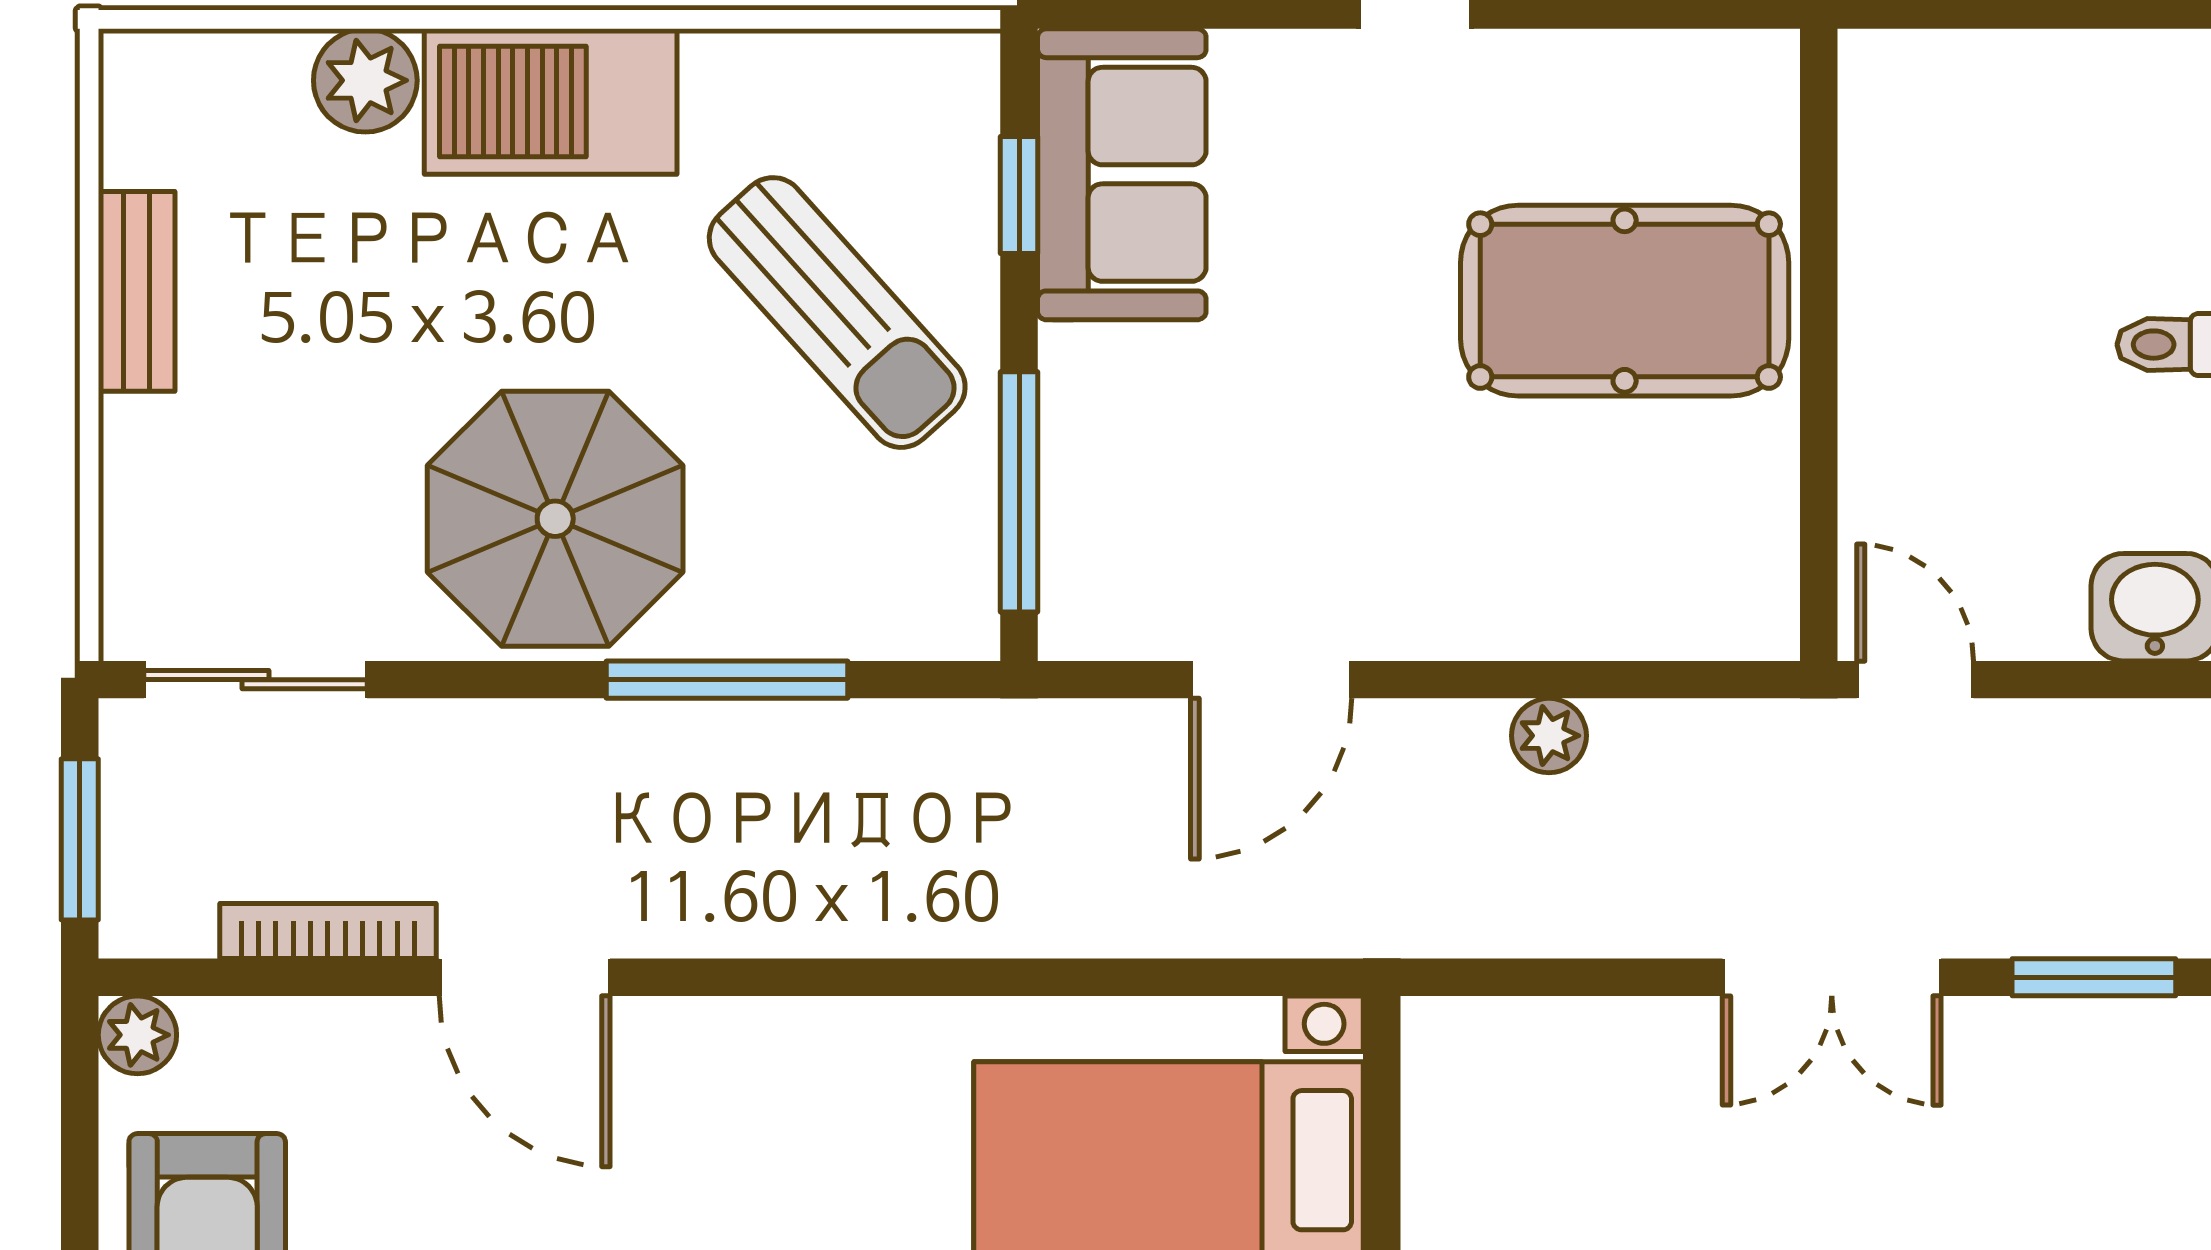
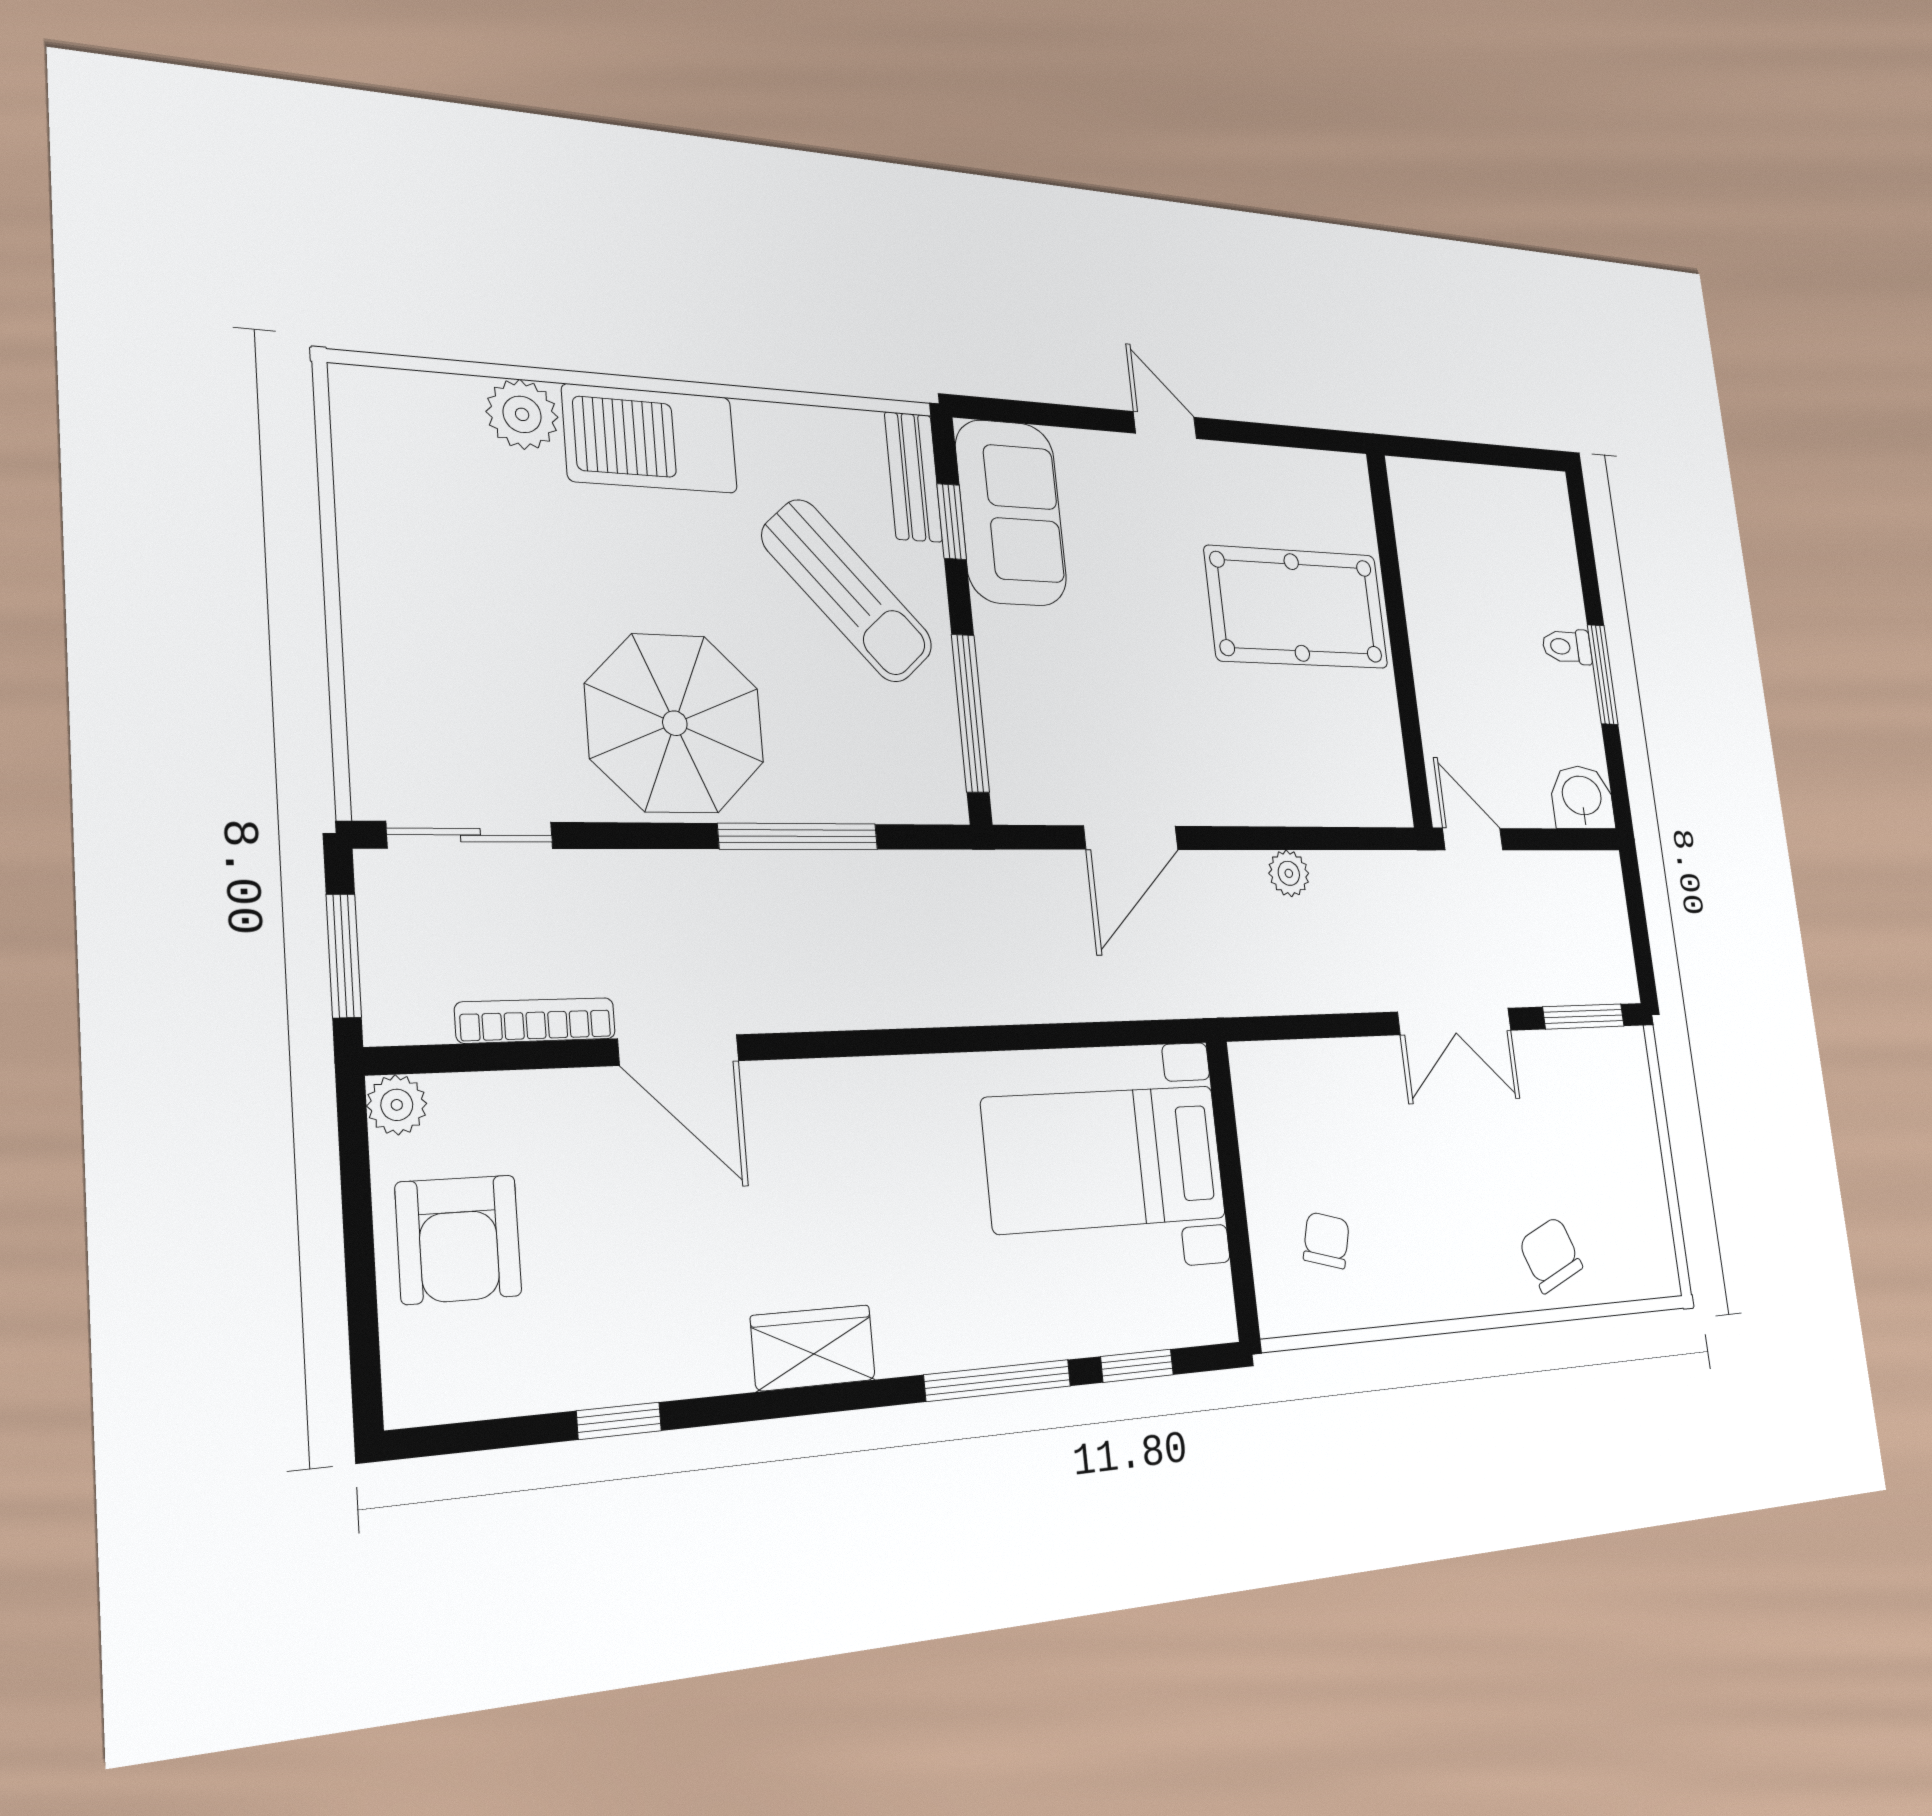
bench: (137, 291) -> (913, 477), moved

